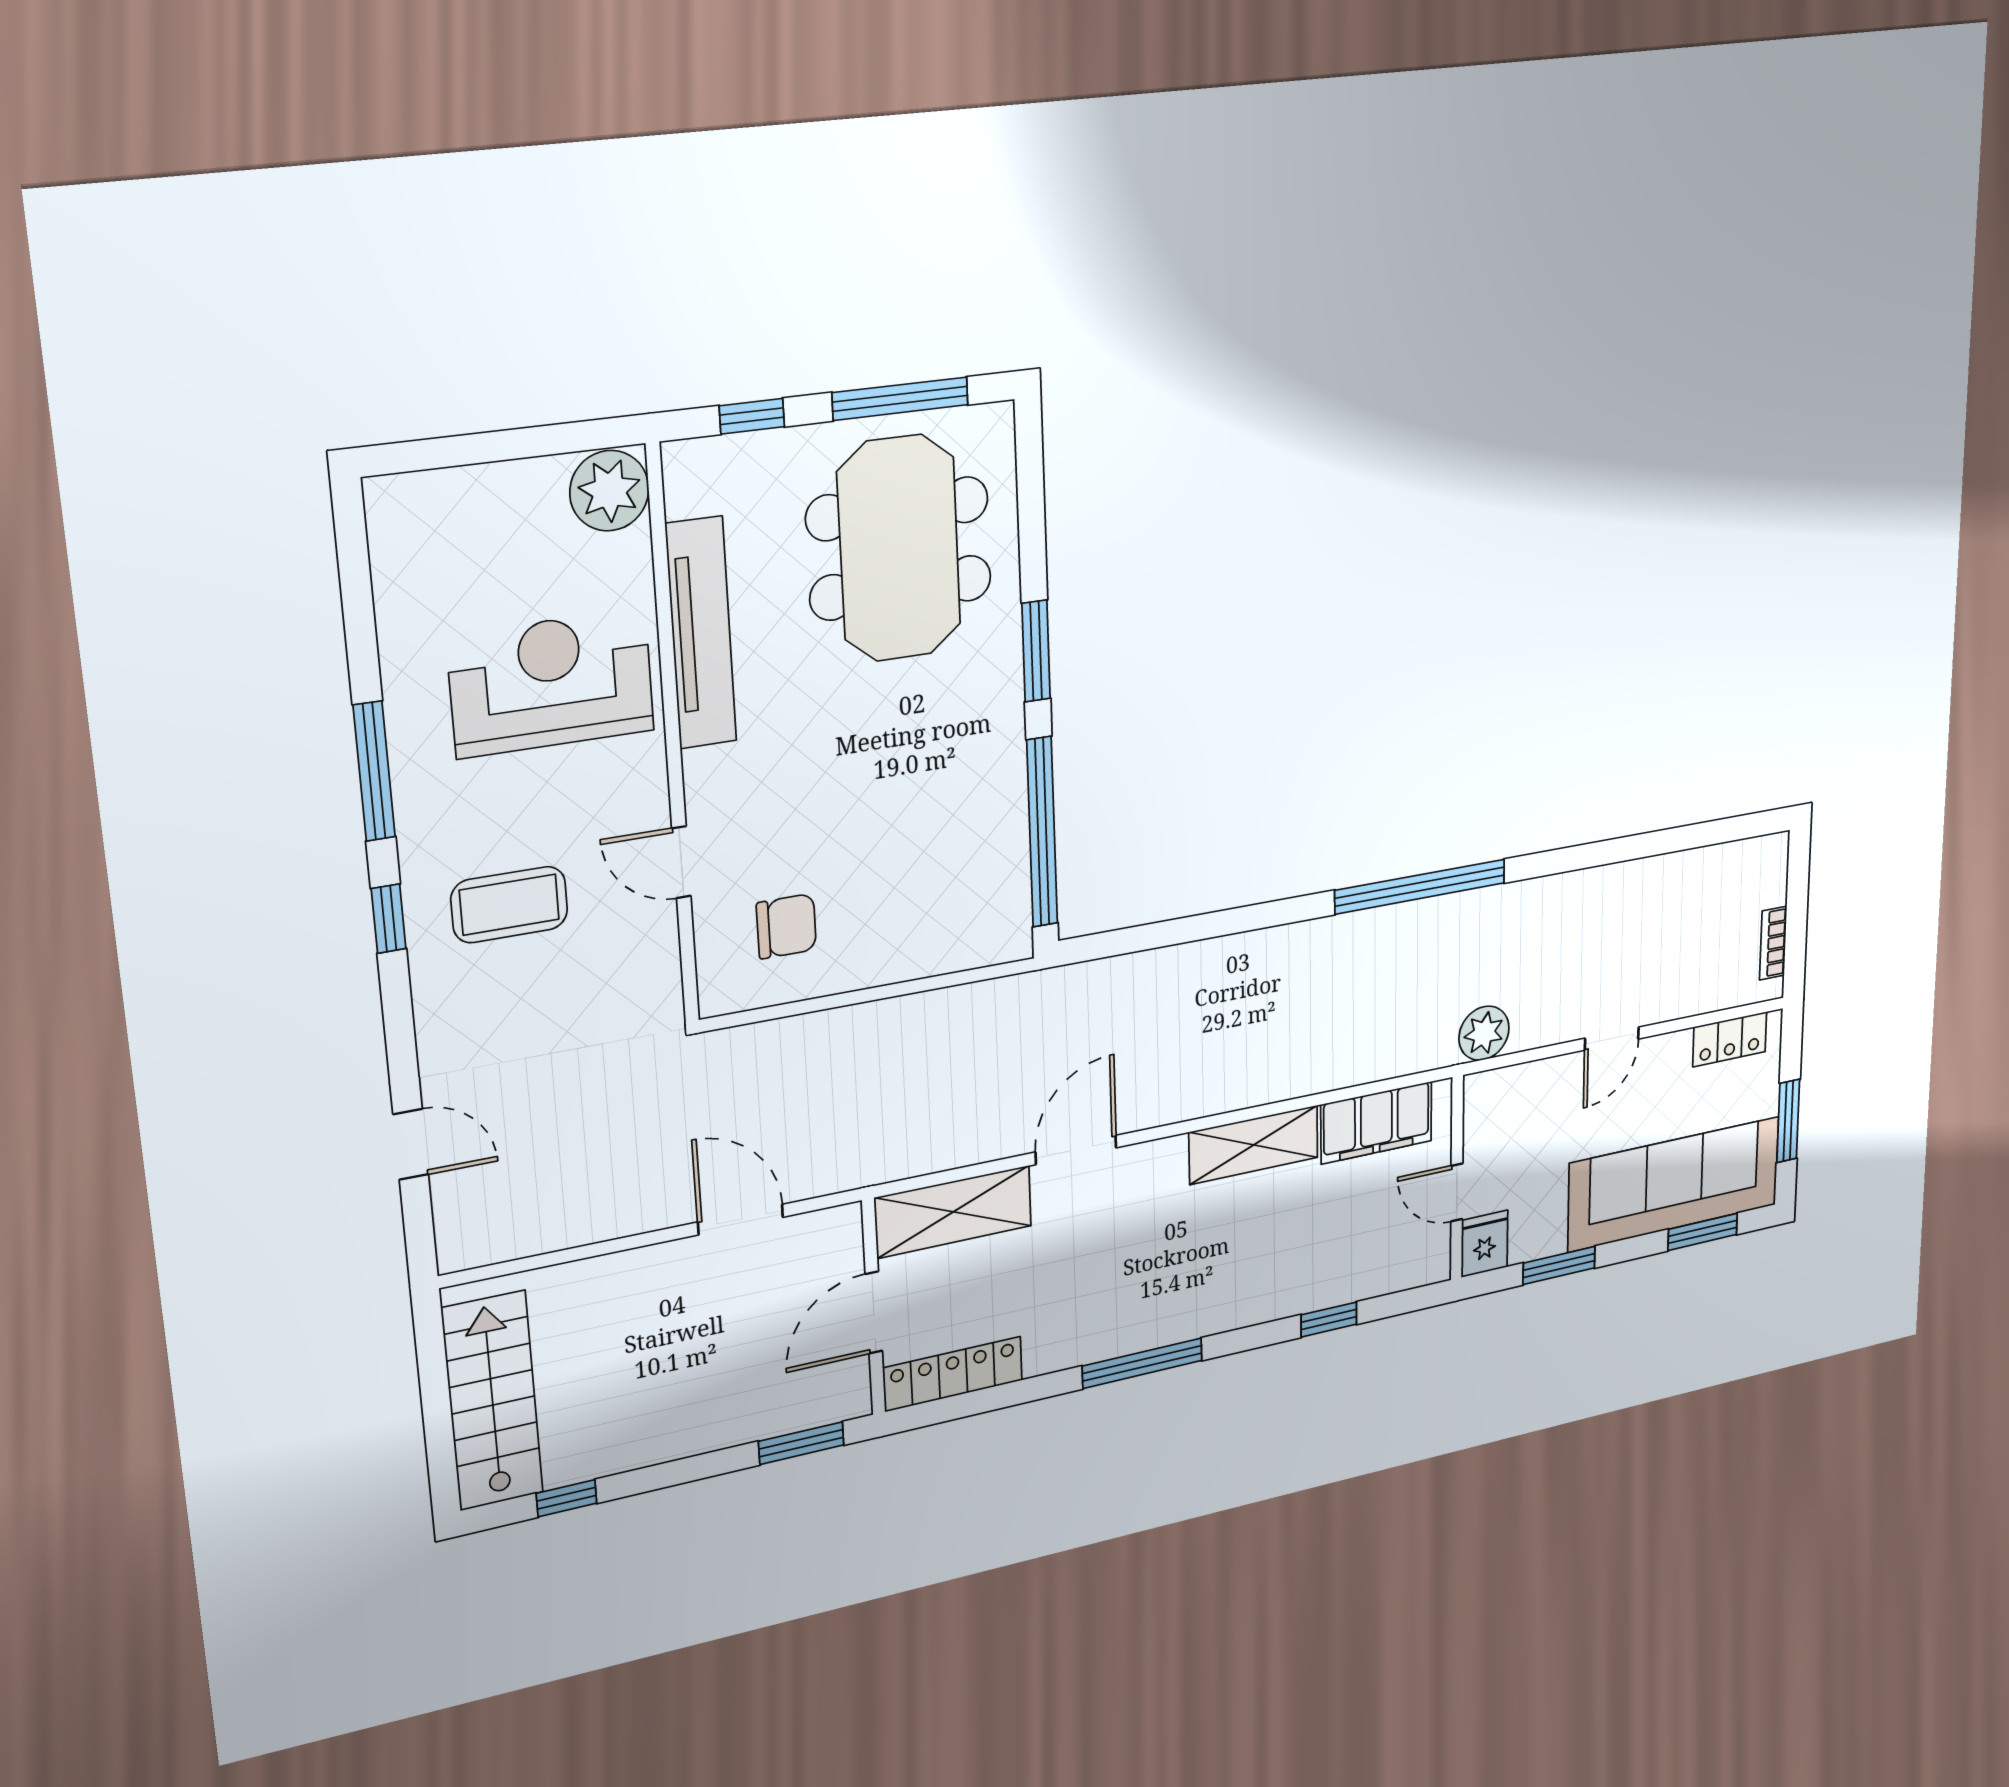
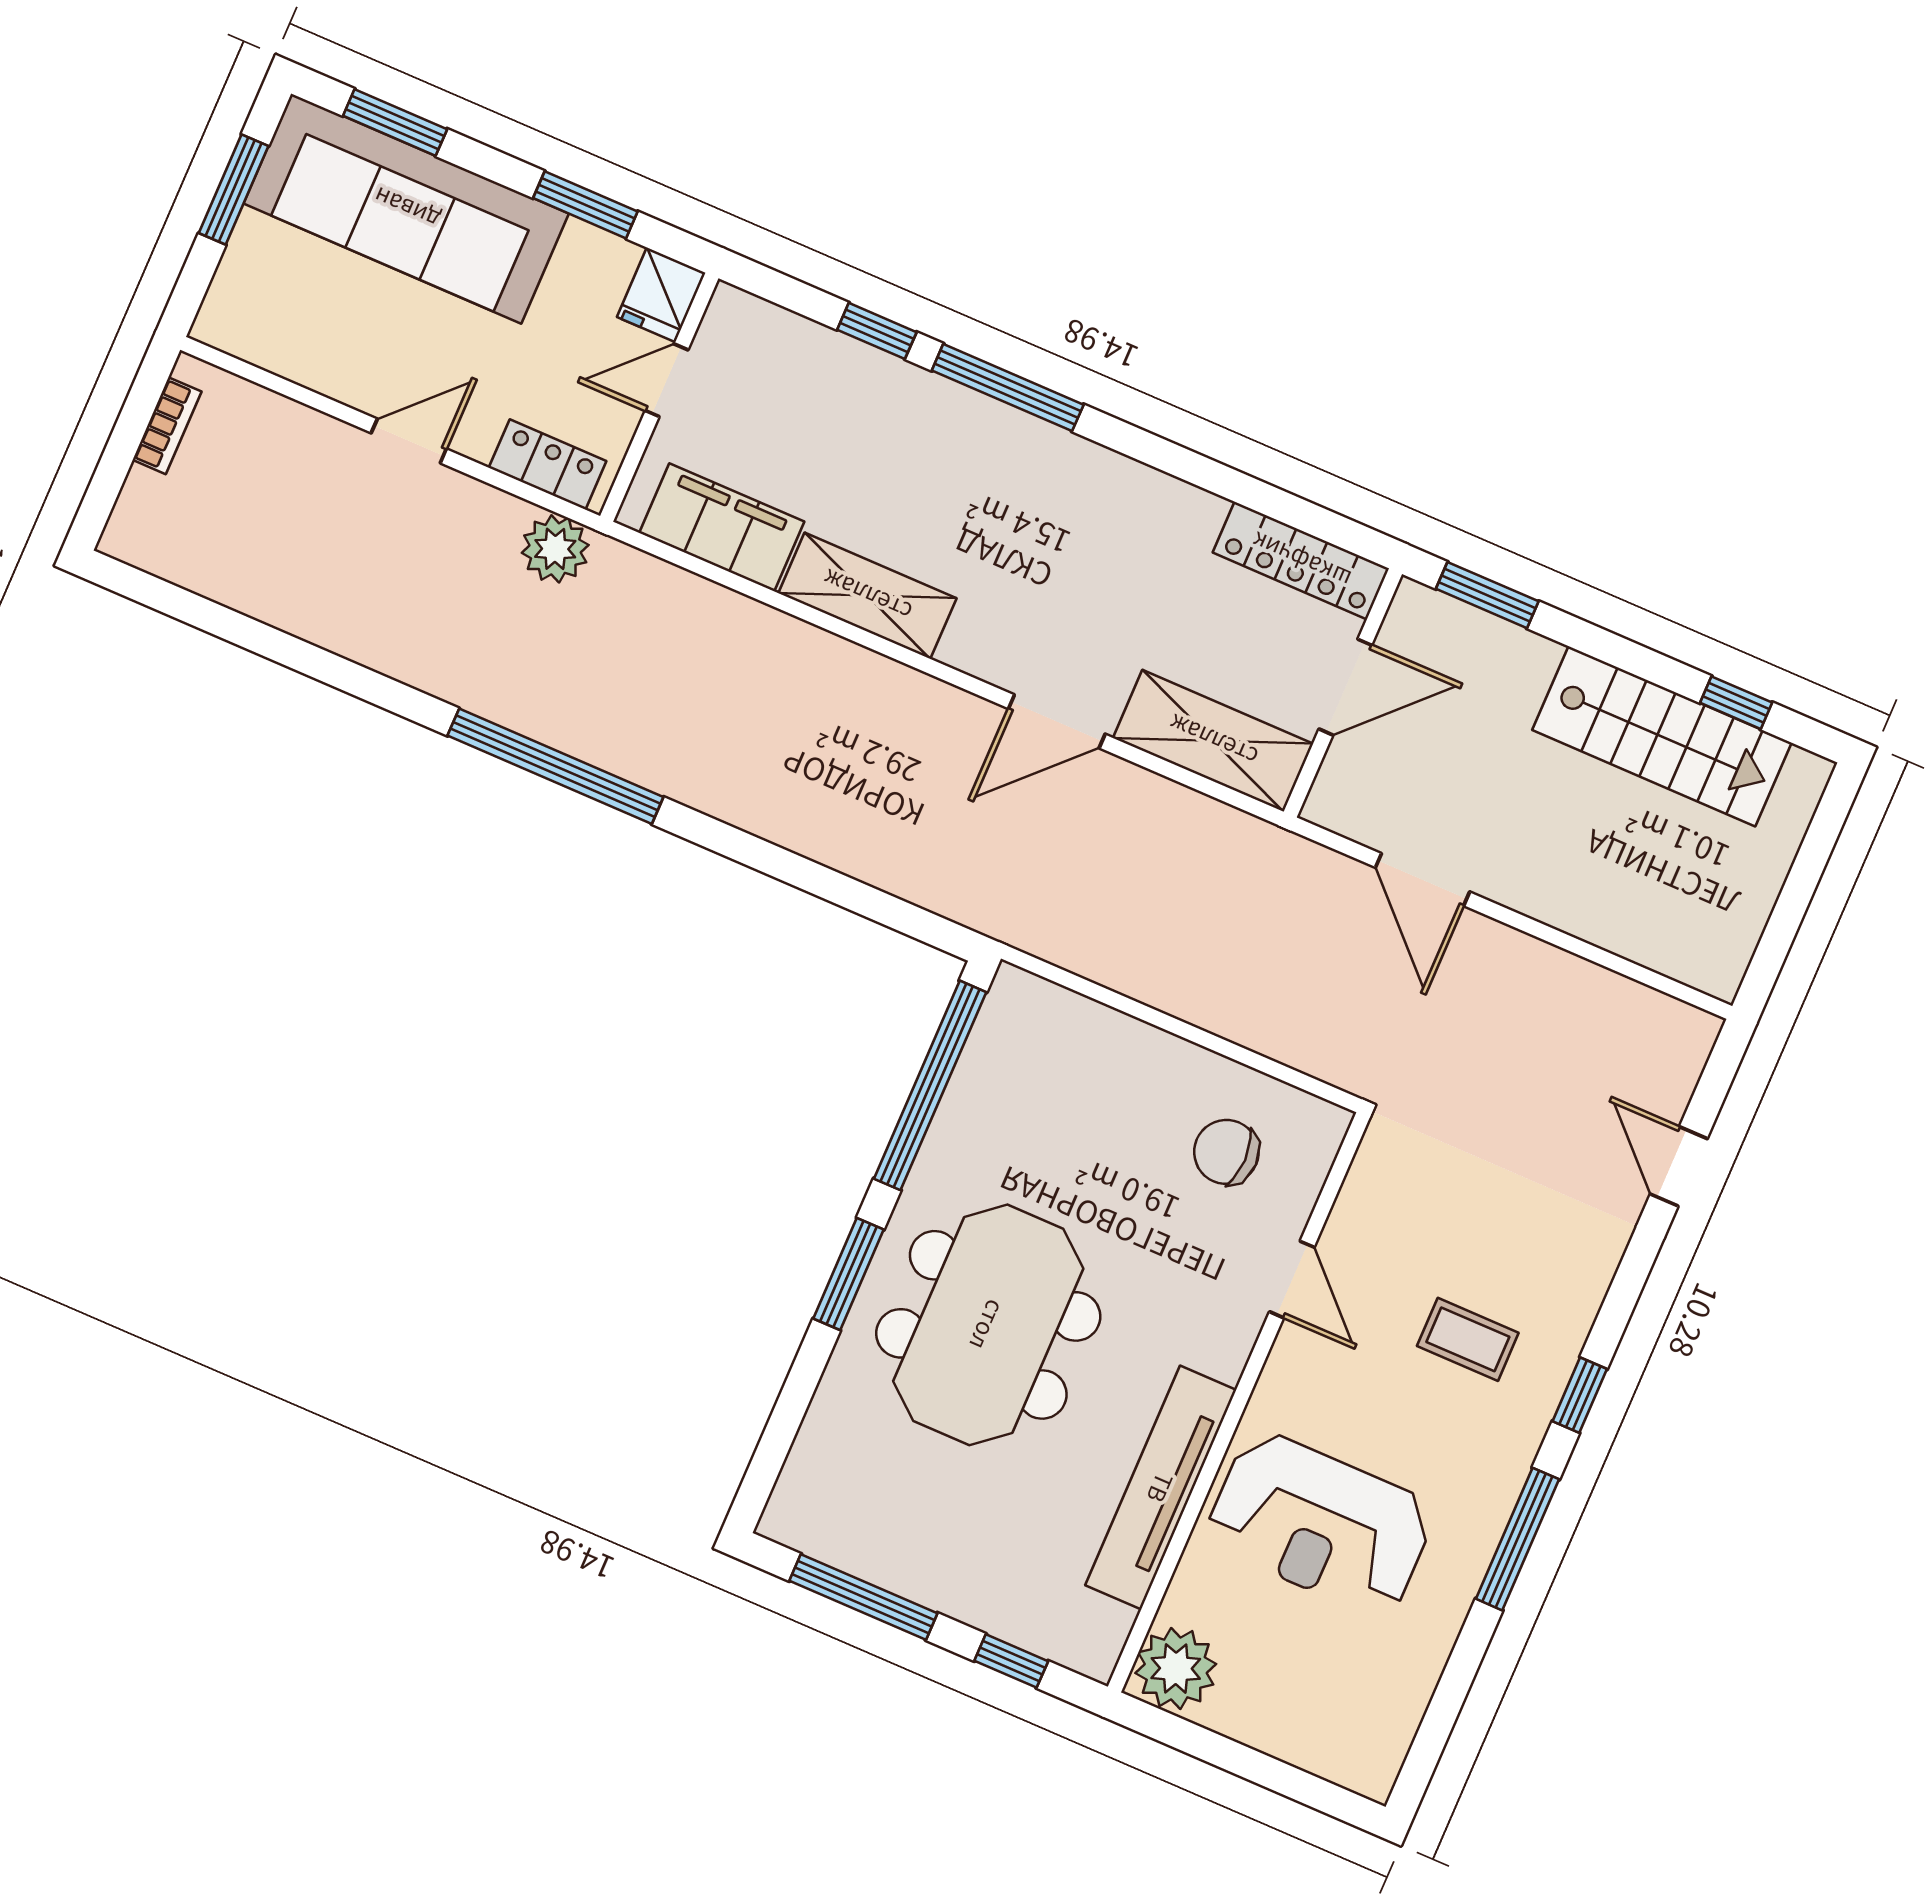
meeting table: (899, 548) -> (988, 1325), moved
coffee table: (509, 905) -> (1468, 1339), width x0.73, depth x0.77
locker: (1730, 1039) -> (548, 464), moved
door: (1457, 1192) -> (667, 380), swing flipped
window: (1142, 1363) -> (1008, 388), moved
stairs: (493, 1401) -> (1662, 736), moved, turned -90

